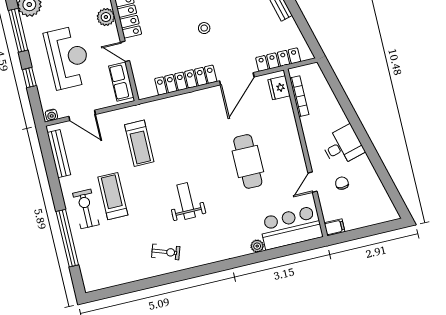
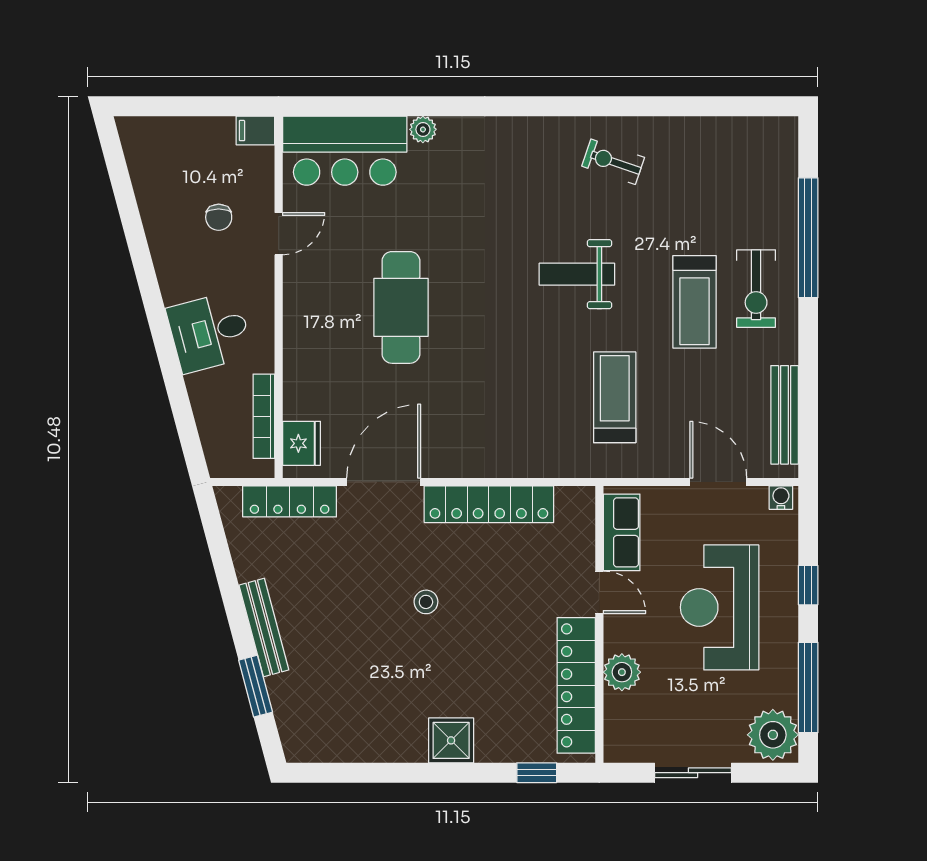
desk: (343, 146) -> (210, 332), moved
weight bench: (186, 201) -> (577, 274), moved, turned 90

